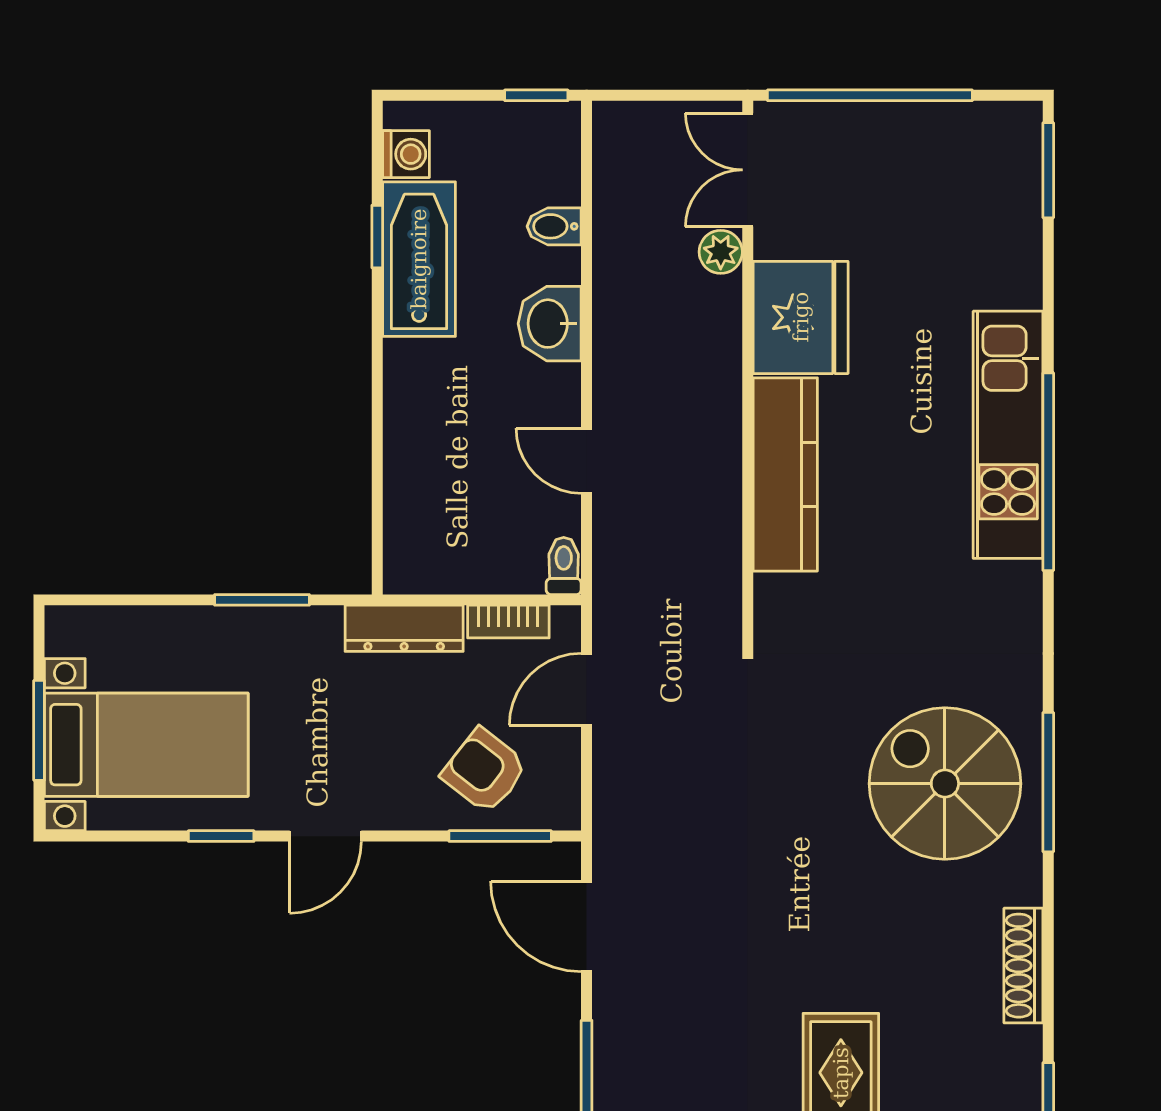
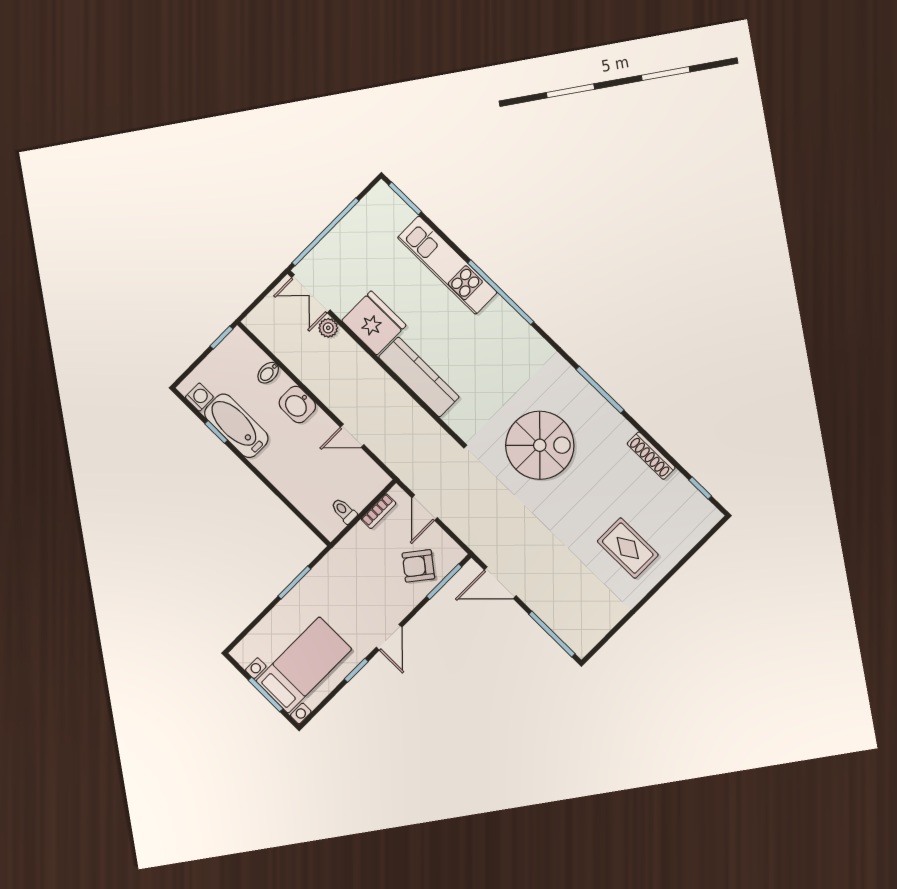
kitchen unit: (1008, 435) -> (447, 265), moved
toilet: (564, 566) -> (344, 511), moved
dresser: (404, 628) -> (348, 546), removed
spiral stairs: (945, 784) -> (540, 445), moved, turned 180

